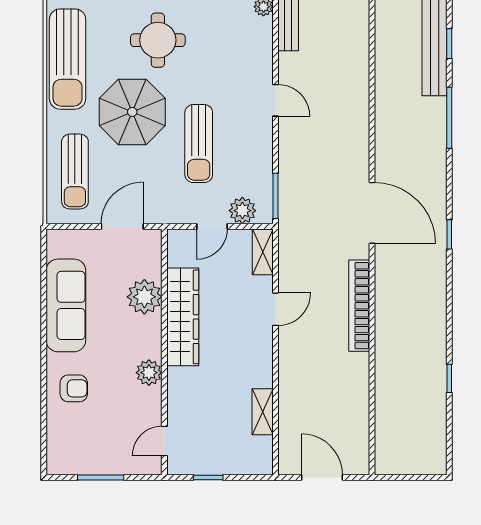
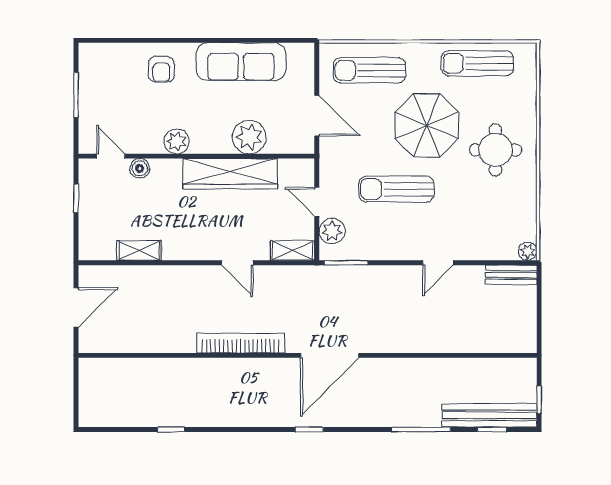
sun lounger: (68, 59) -> (477, 63), width x0.73, depth x0.75
boiler: (177, 411) -> (140, 168), added

